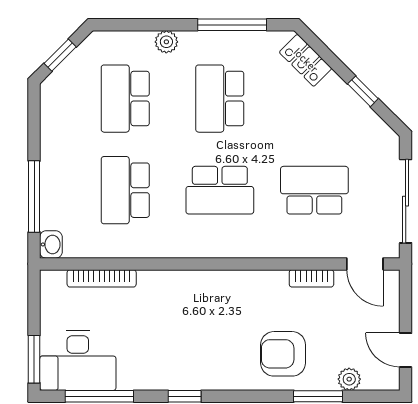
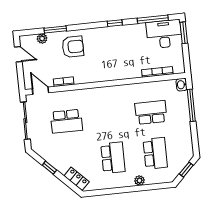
window: (232, 25) -> (111, 191), removed
school desk: (125, 190) -> (151, 112), turned -90
school desk: (220, 190) -> (109, 117), removed

